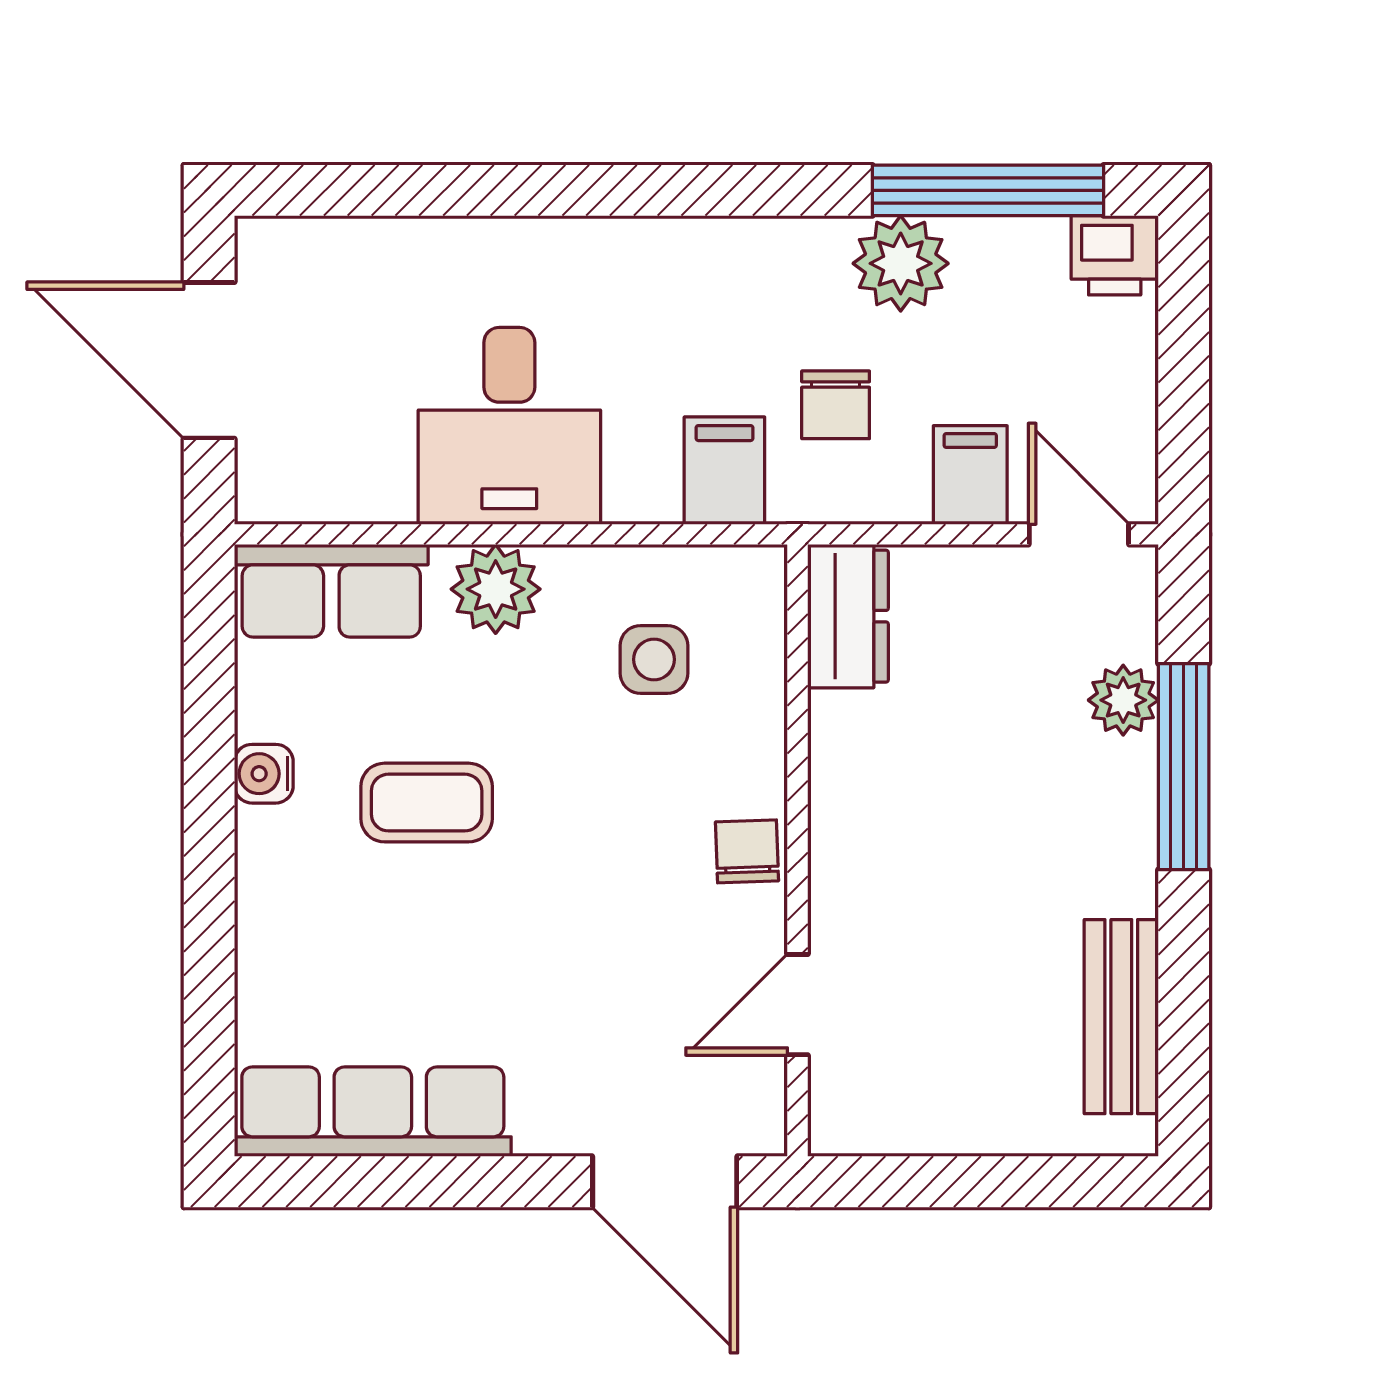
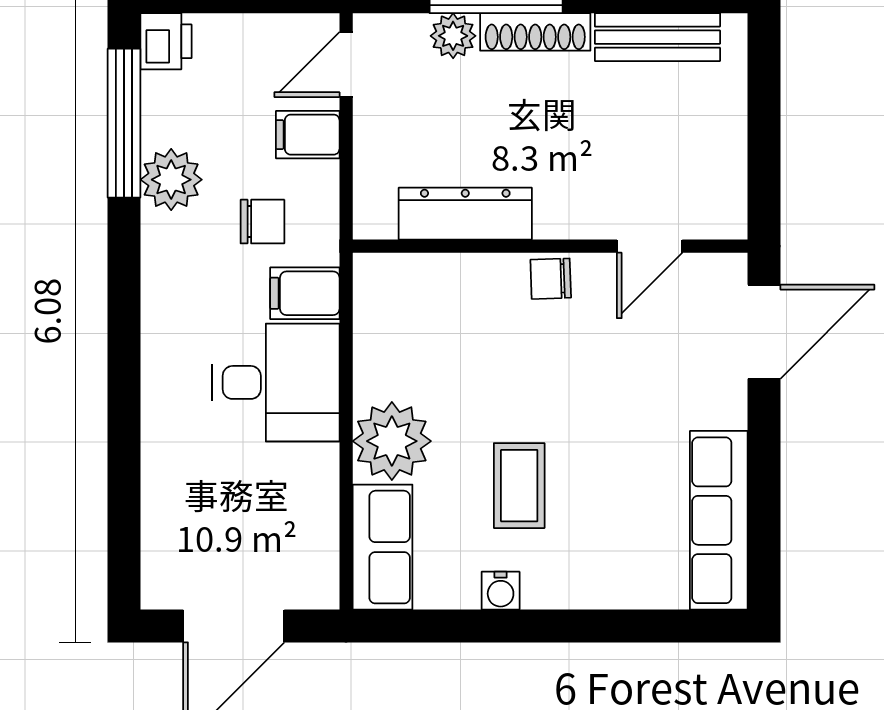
desk: (509, 426) -> (276, 382), moved
plant: (496, 589) -> (392, 441), width x1.36, depth x1.36
dresser: (848, 616) -> (465, 214), moved, width x1.44
side table: (654, 659) -> (427, 339), removed
shoe rack: (1129, 827) -> (535, 32), added
door: (798, 1005) -> (650, 246), hinge flipped

